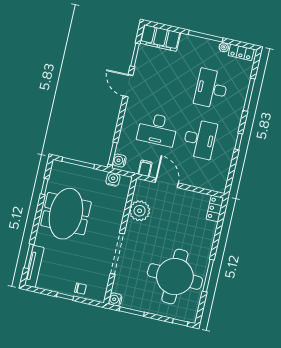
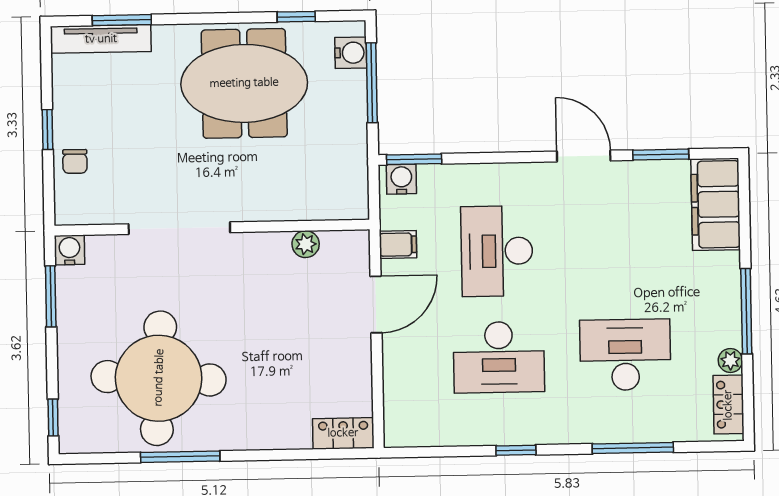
door: (128, 86) -> (584, 156), hinge flipped
water cooler: (113, 179) -> (351, 53), moved
plant: (140, 211) -> (306, 244), width x0.53, depth x0.53

